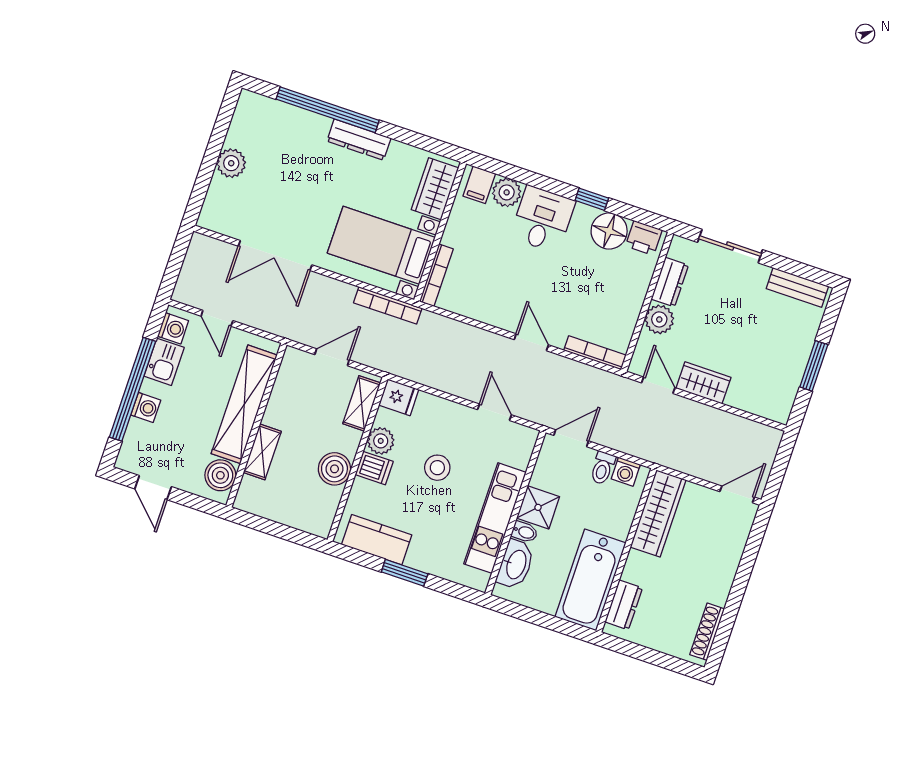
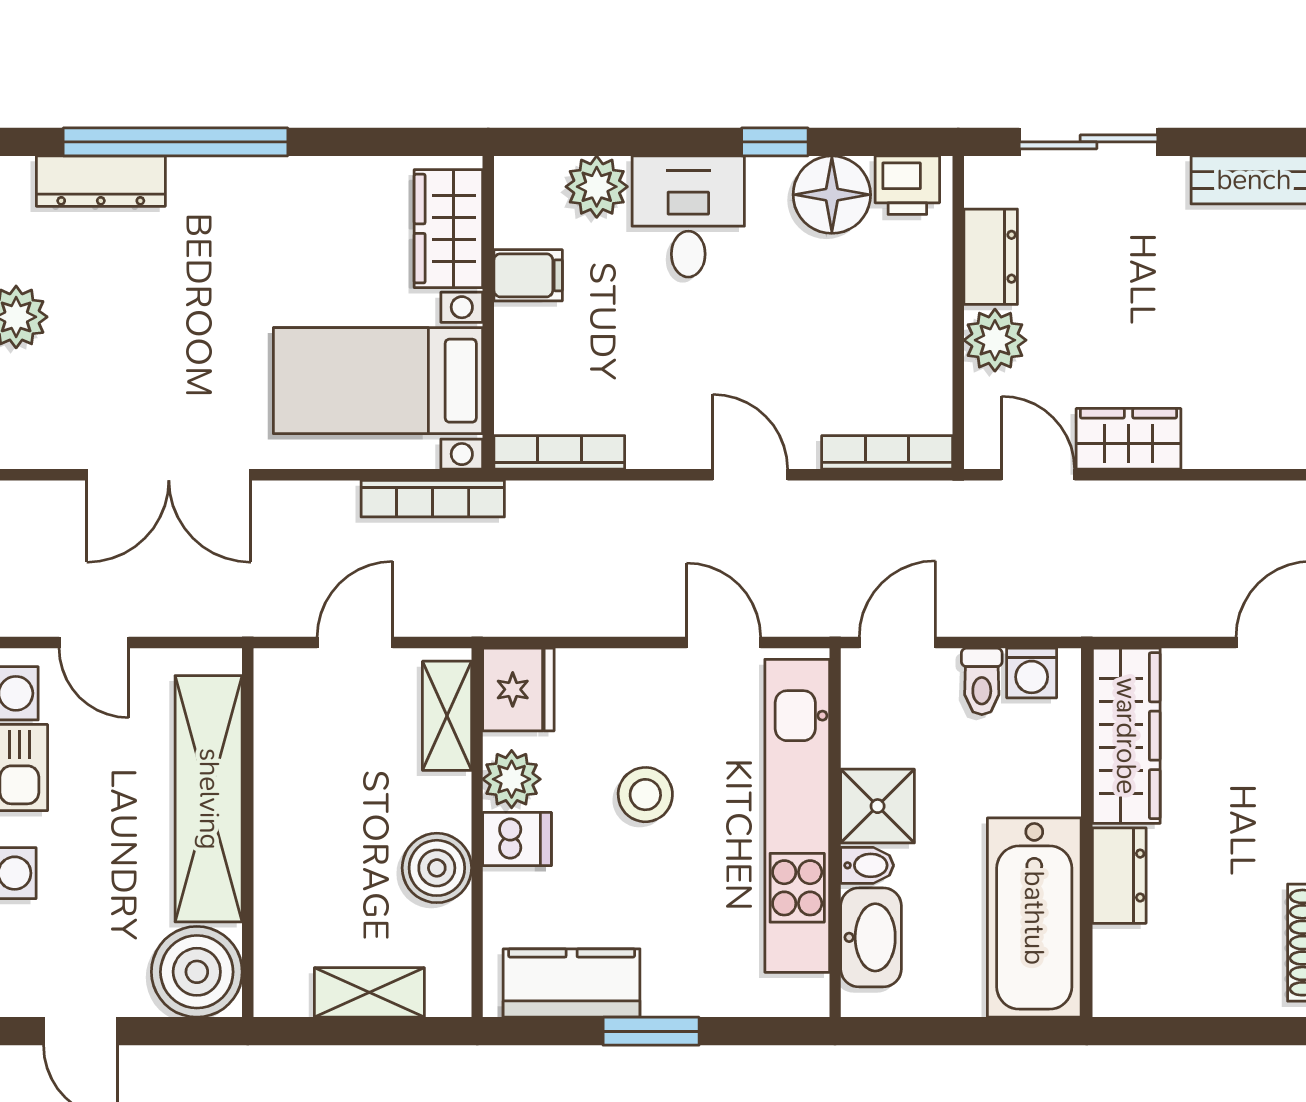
dresser: (359, 140) -> (101, 181), moved
filing cabinet: (479, 185) -> (528, 275), moved, turned -90
bookcase: (436, 275) -> (559, 452), moved, turned -90
fridge: (399, 397) -> (518, 689), width x1.38
shelving: (262, 452) -> (369, 992), moved, turned 90
boiler: (220, 475) -> (197, 972), width x1.37, depth x1.37
kitchen unit: (495, 518) -> (797, 816), width x1.36
dresser: (624, 605) -> (1119, 876), moved

